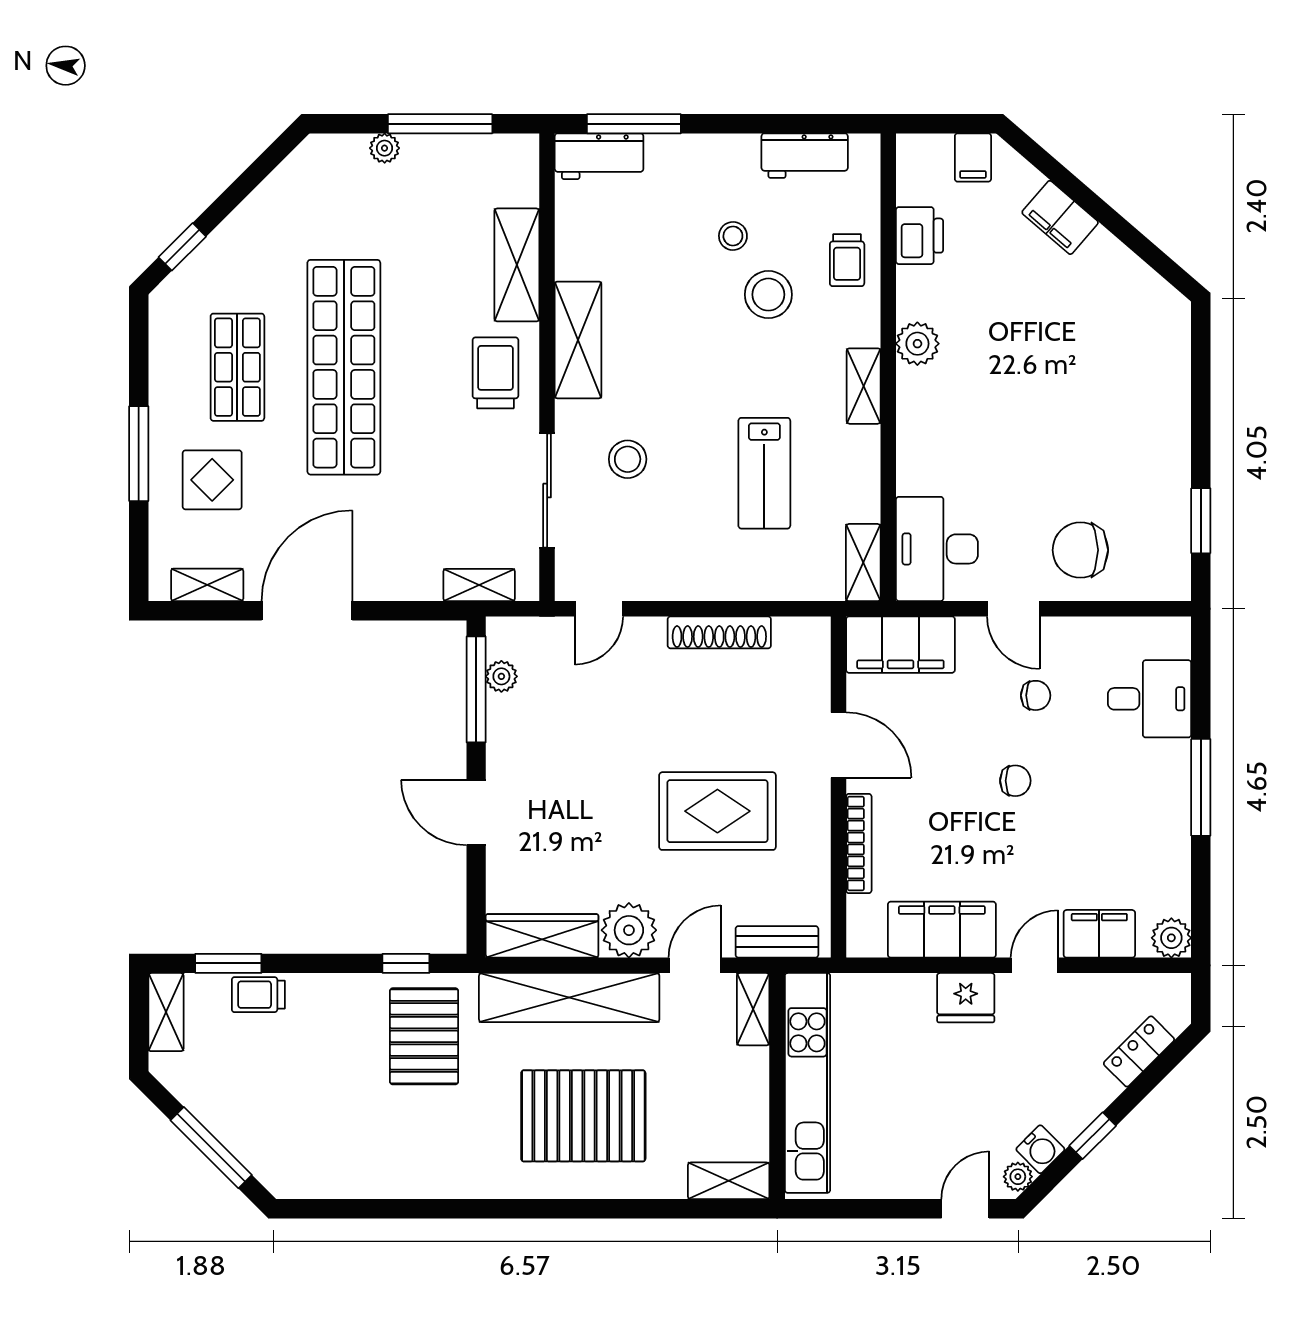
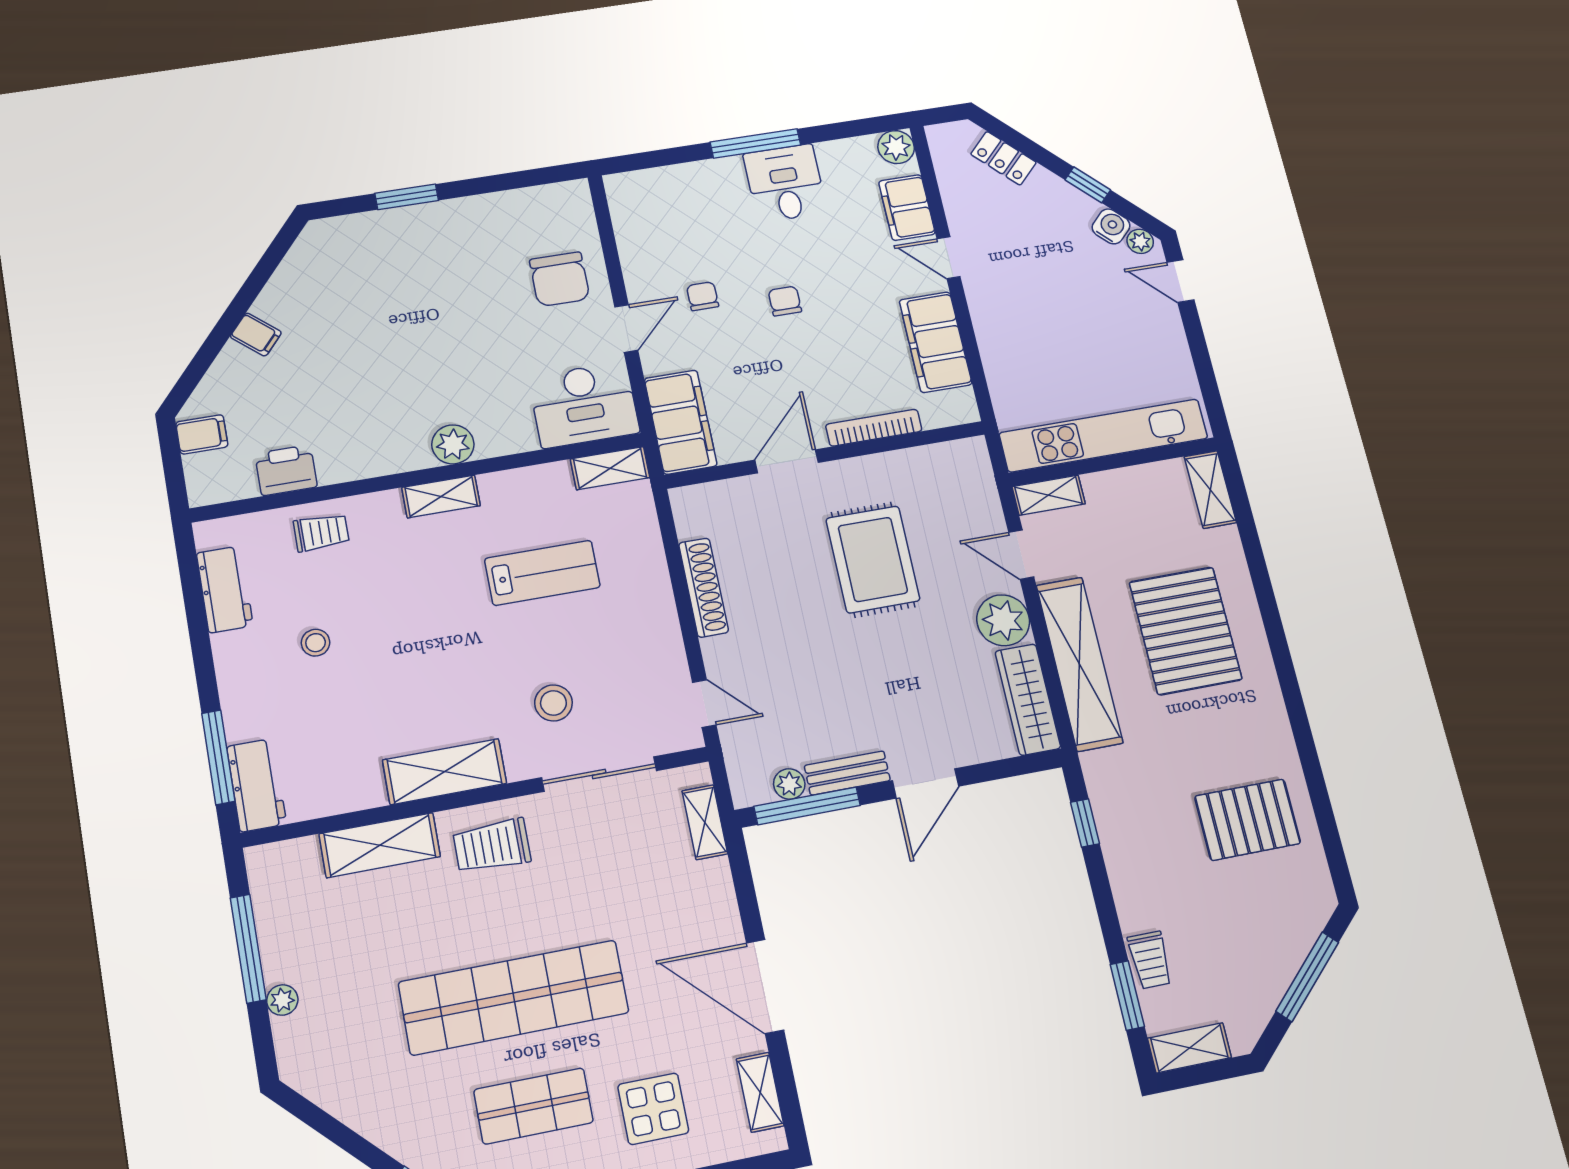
filing cabinet: (1060, 217) -> (256, 335), width x0.50
stool: (768, 295) -> (368, 599), removed
plant: (917, 344) -> (453, 444), moved
window: (1201, 521) -> (407, 197), moved
desk: (1149, 699) -> (785, 183), moved
bench: (777, 942) -> (847, 773), moved, turned 90
fridge: (966, 998) -> (992, 311), removed
pallet: (424, 1036) -> (1248, 820), moved

